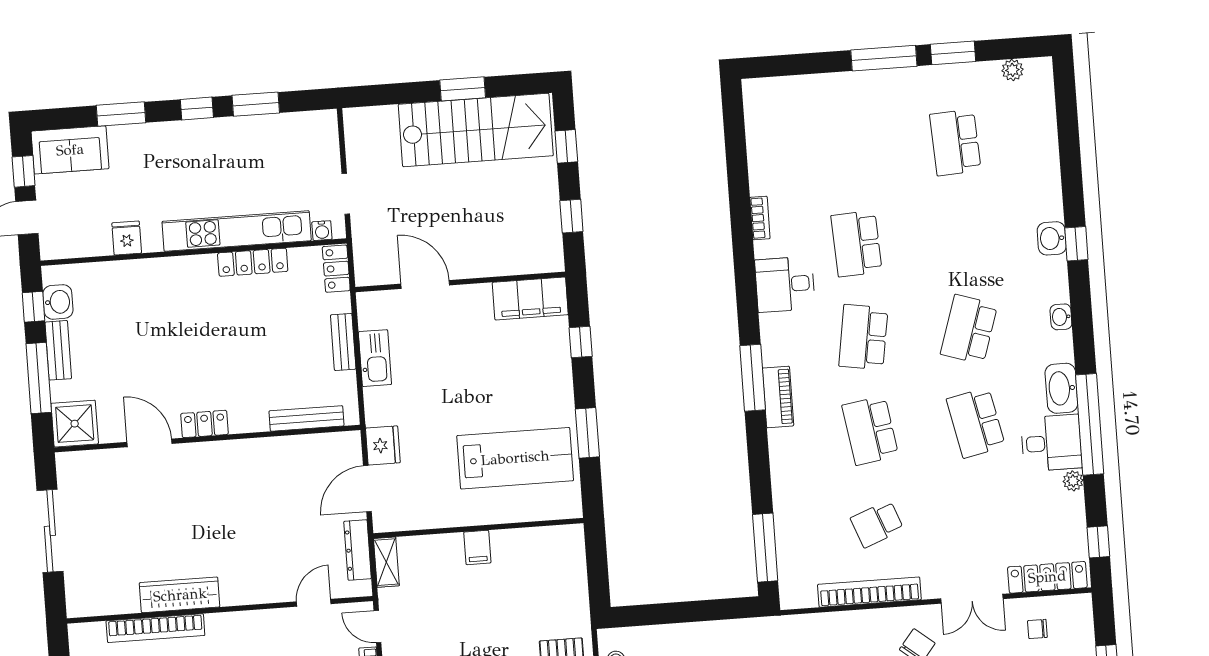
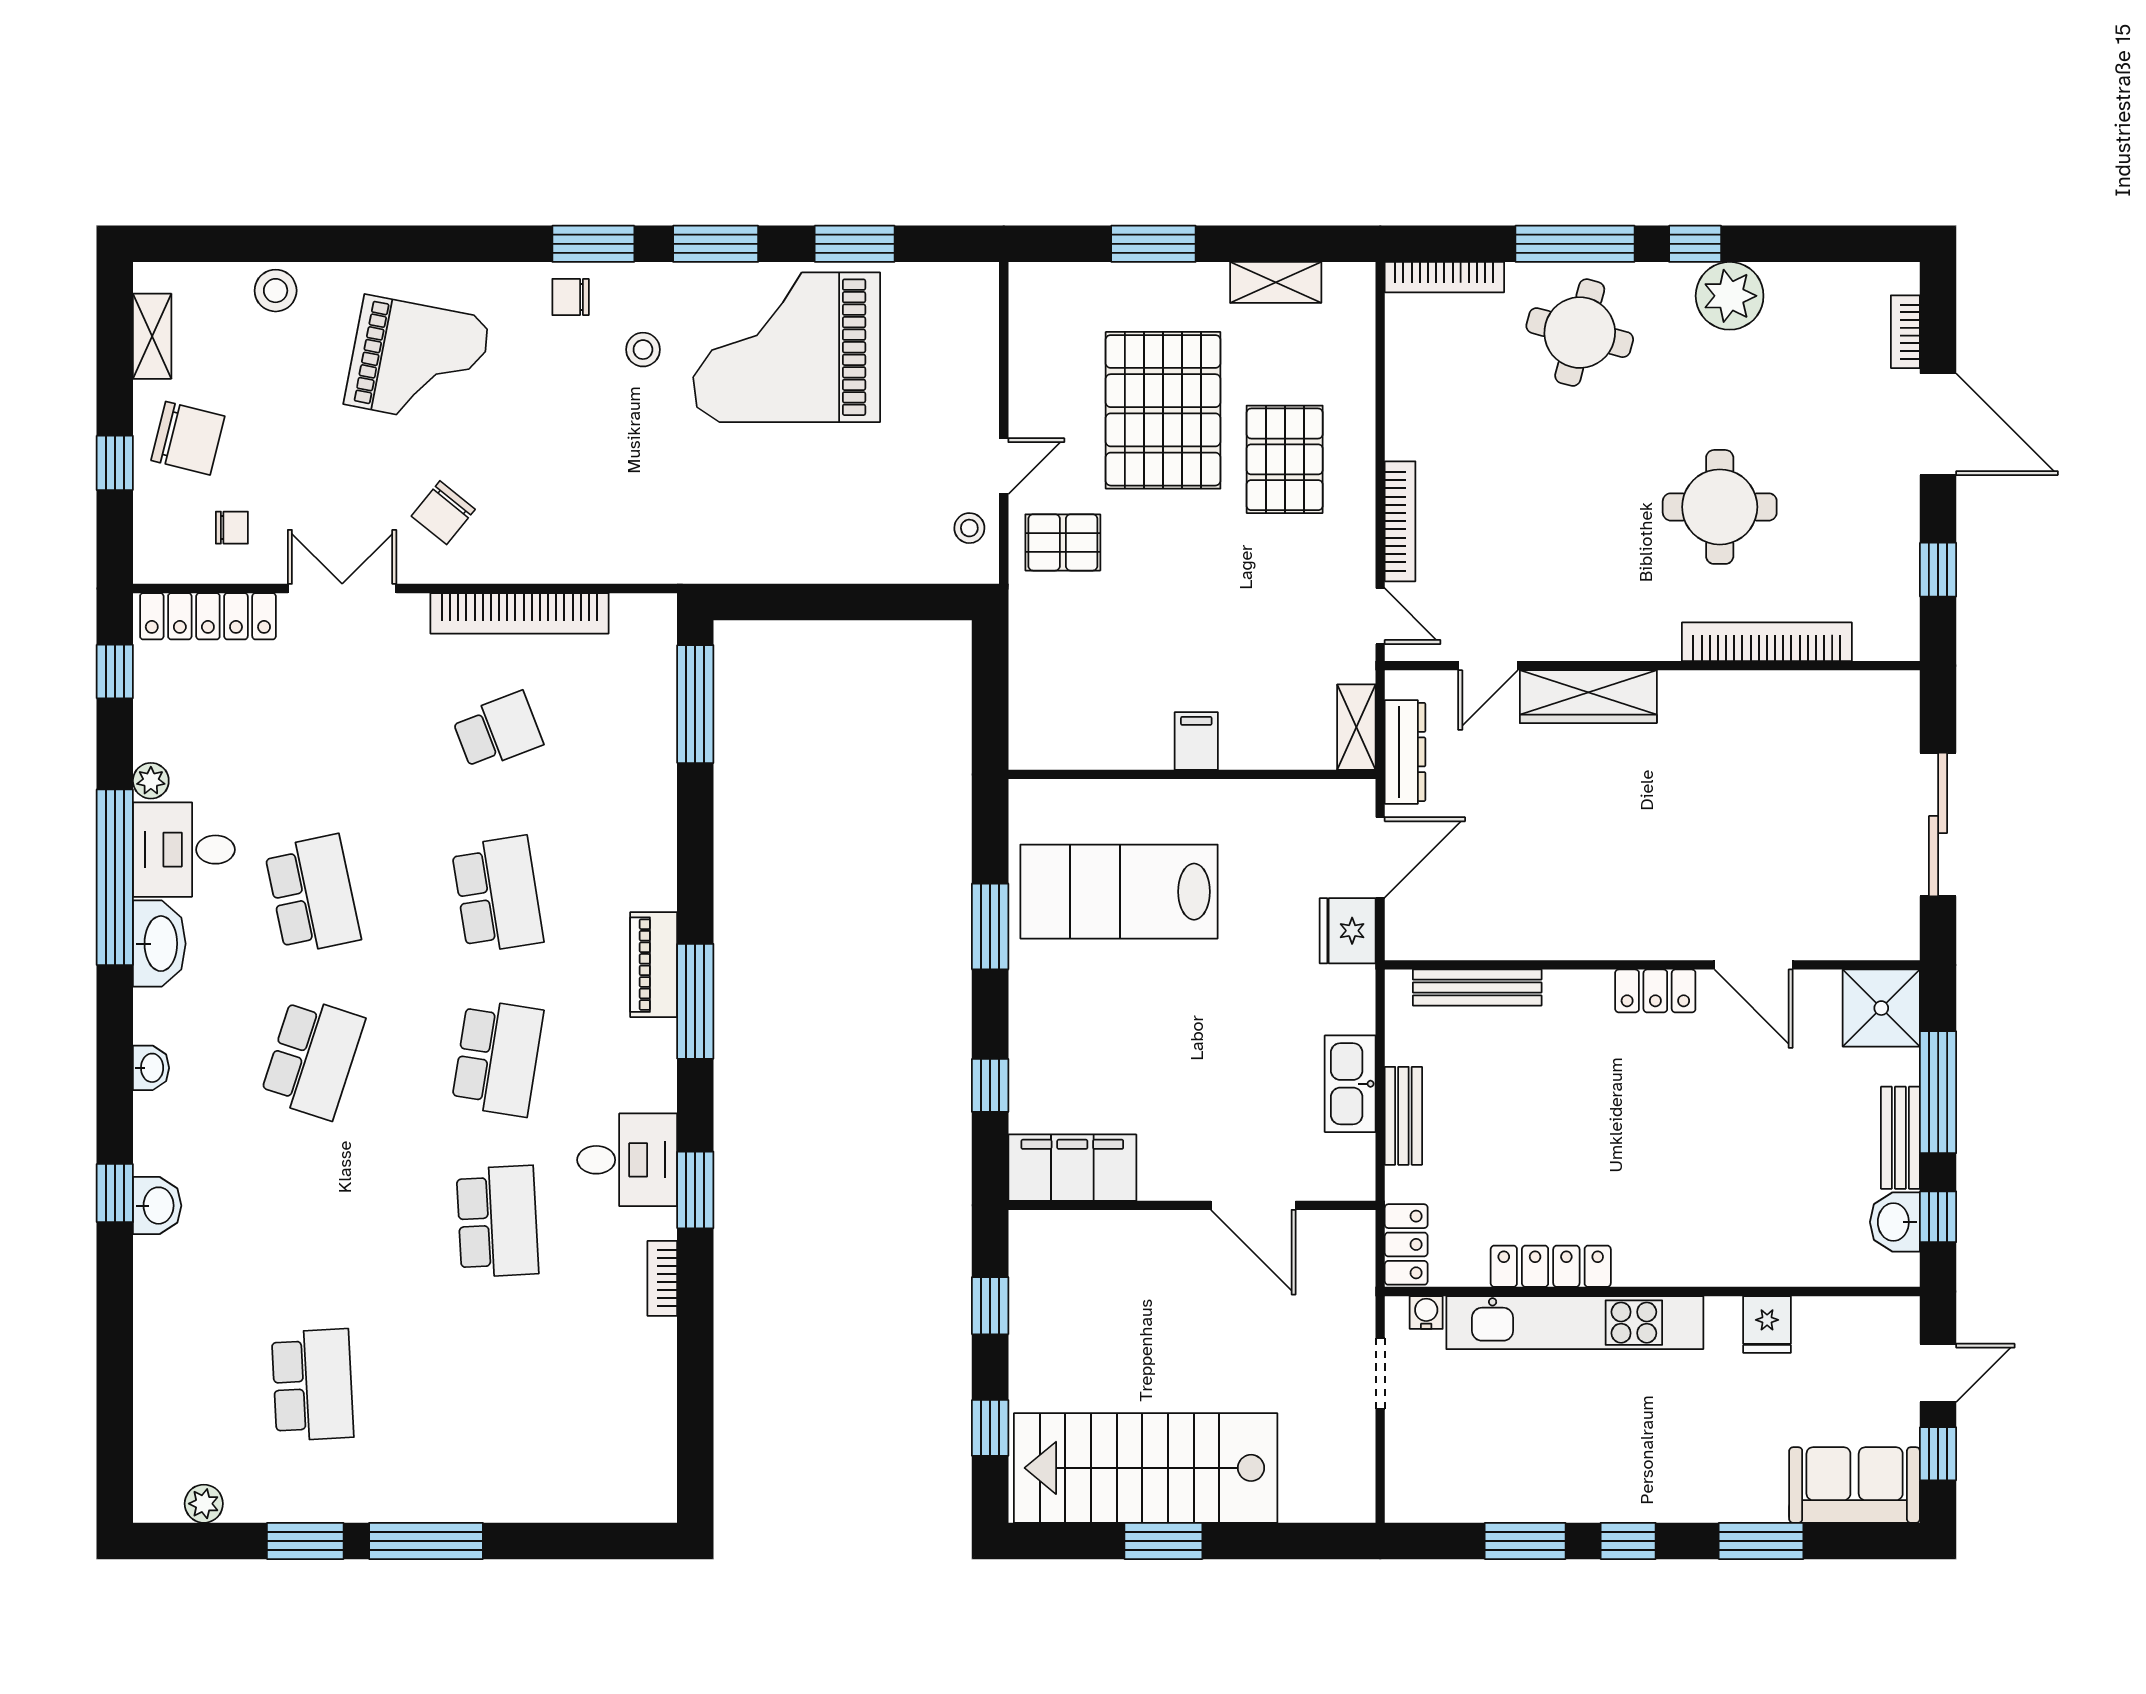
window: (745, 270) -> (695, 1190), added
wardrobe: (180, 595) -> (1588, 697), moved

